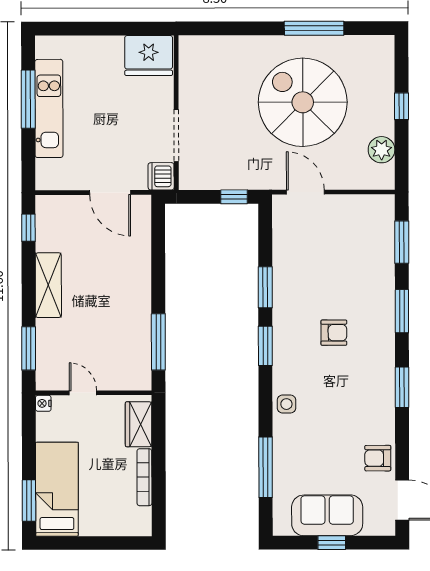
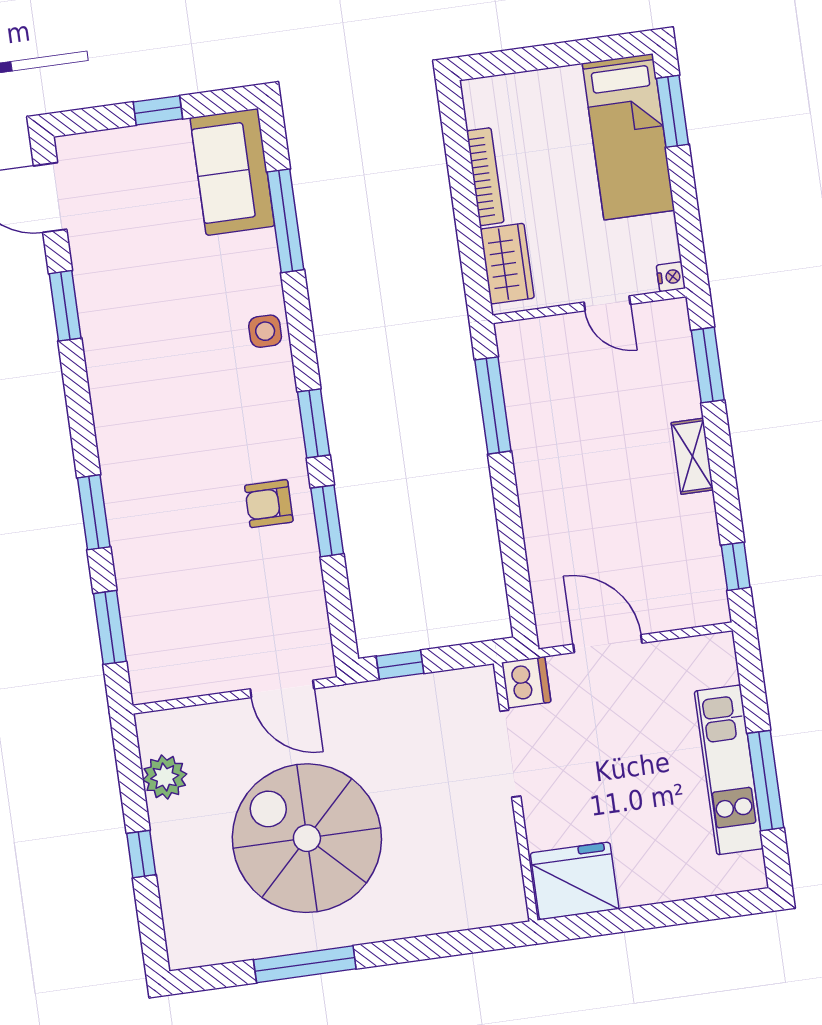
spiral stairs: (303, 102) -> (307, 838), turned 180
shelving: (48, 285) -> (692, 456), width x0.67, depth x0.75
armchair: (334, 333) -> (269, 504), moved
window: (402, 387) -> (65, 306), moved
armchair: (378, 458) -> (100, 262), removed
sofa: (327, 515) -> (232, 172), moved, turned 90

